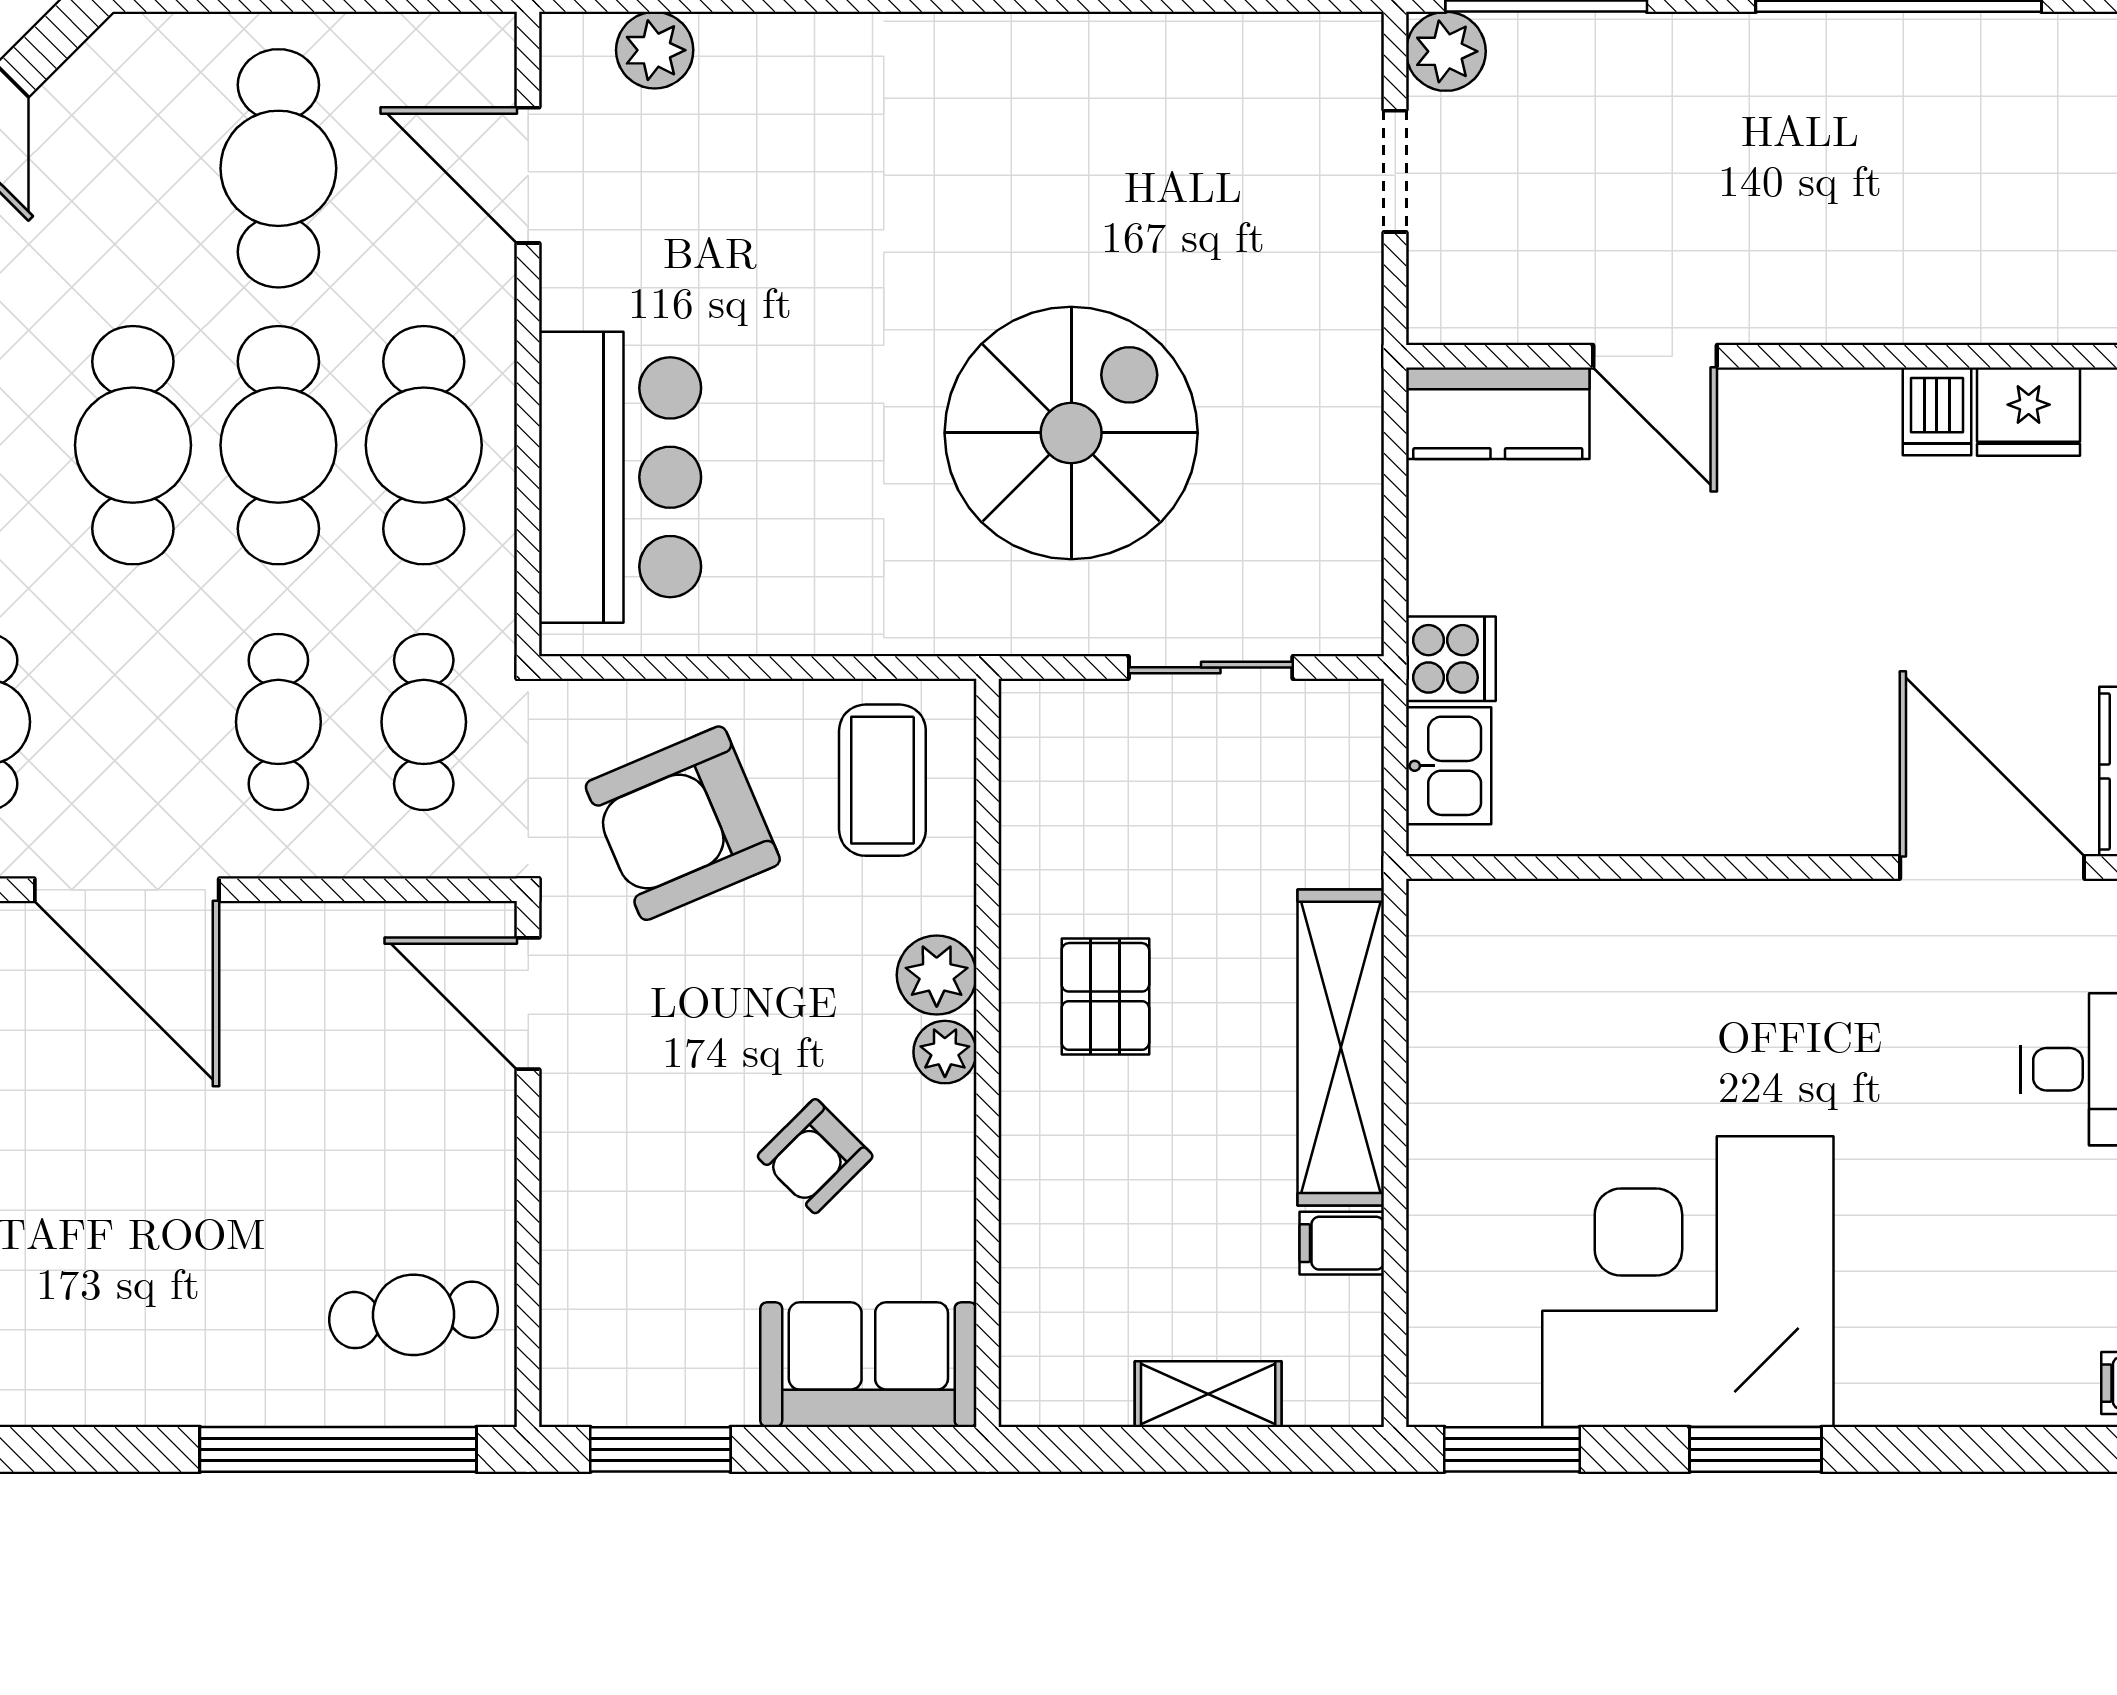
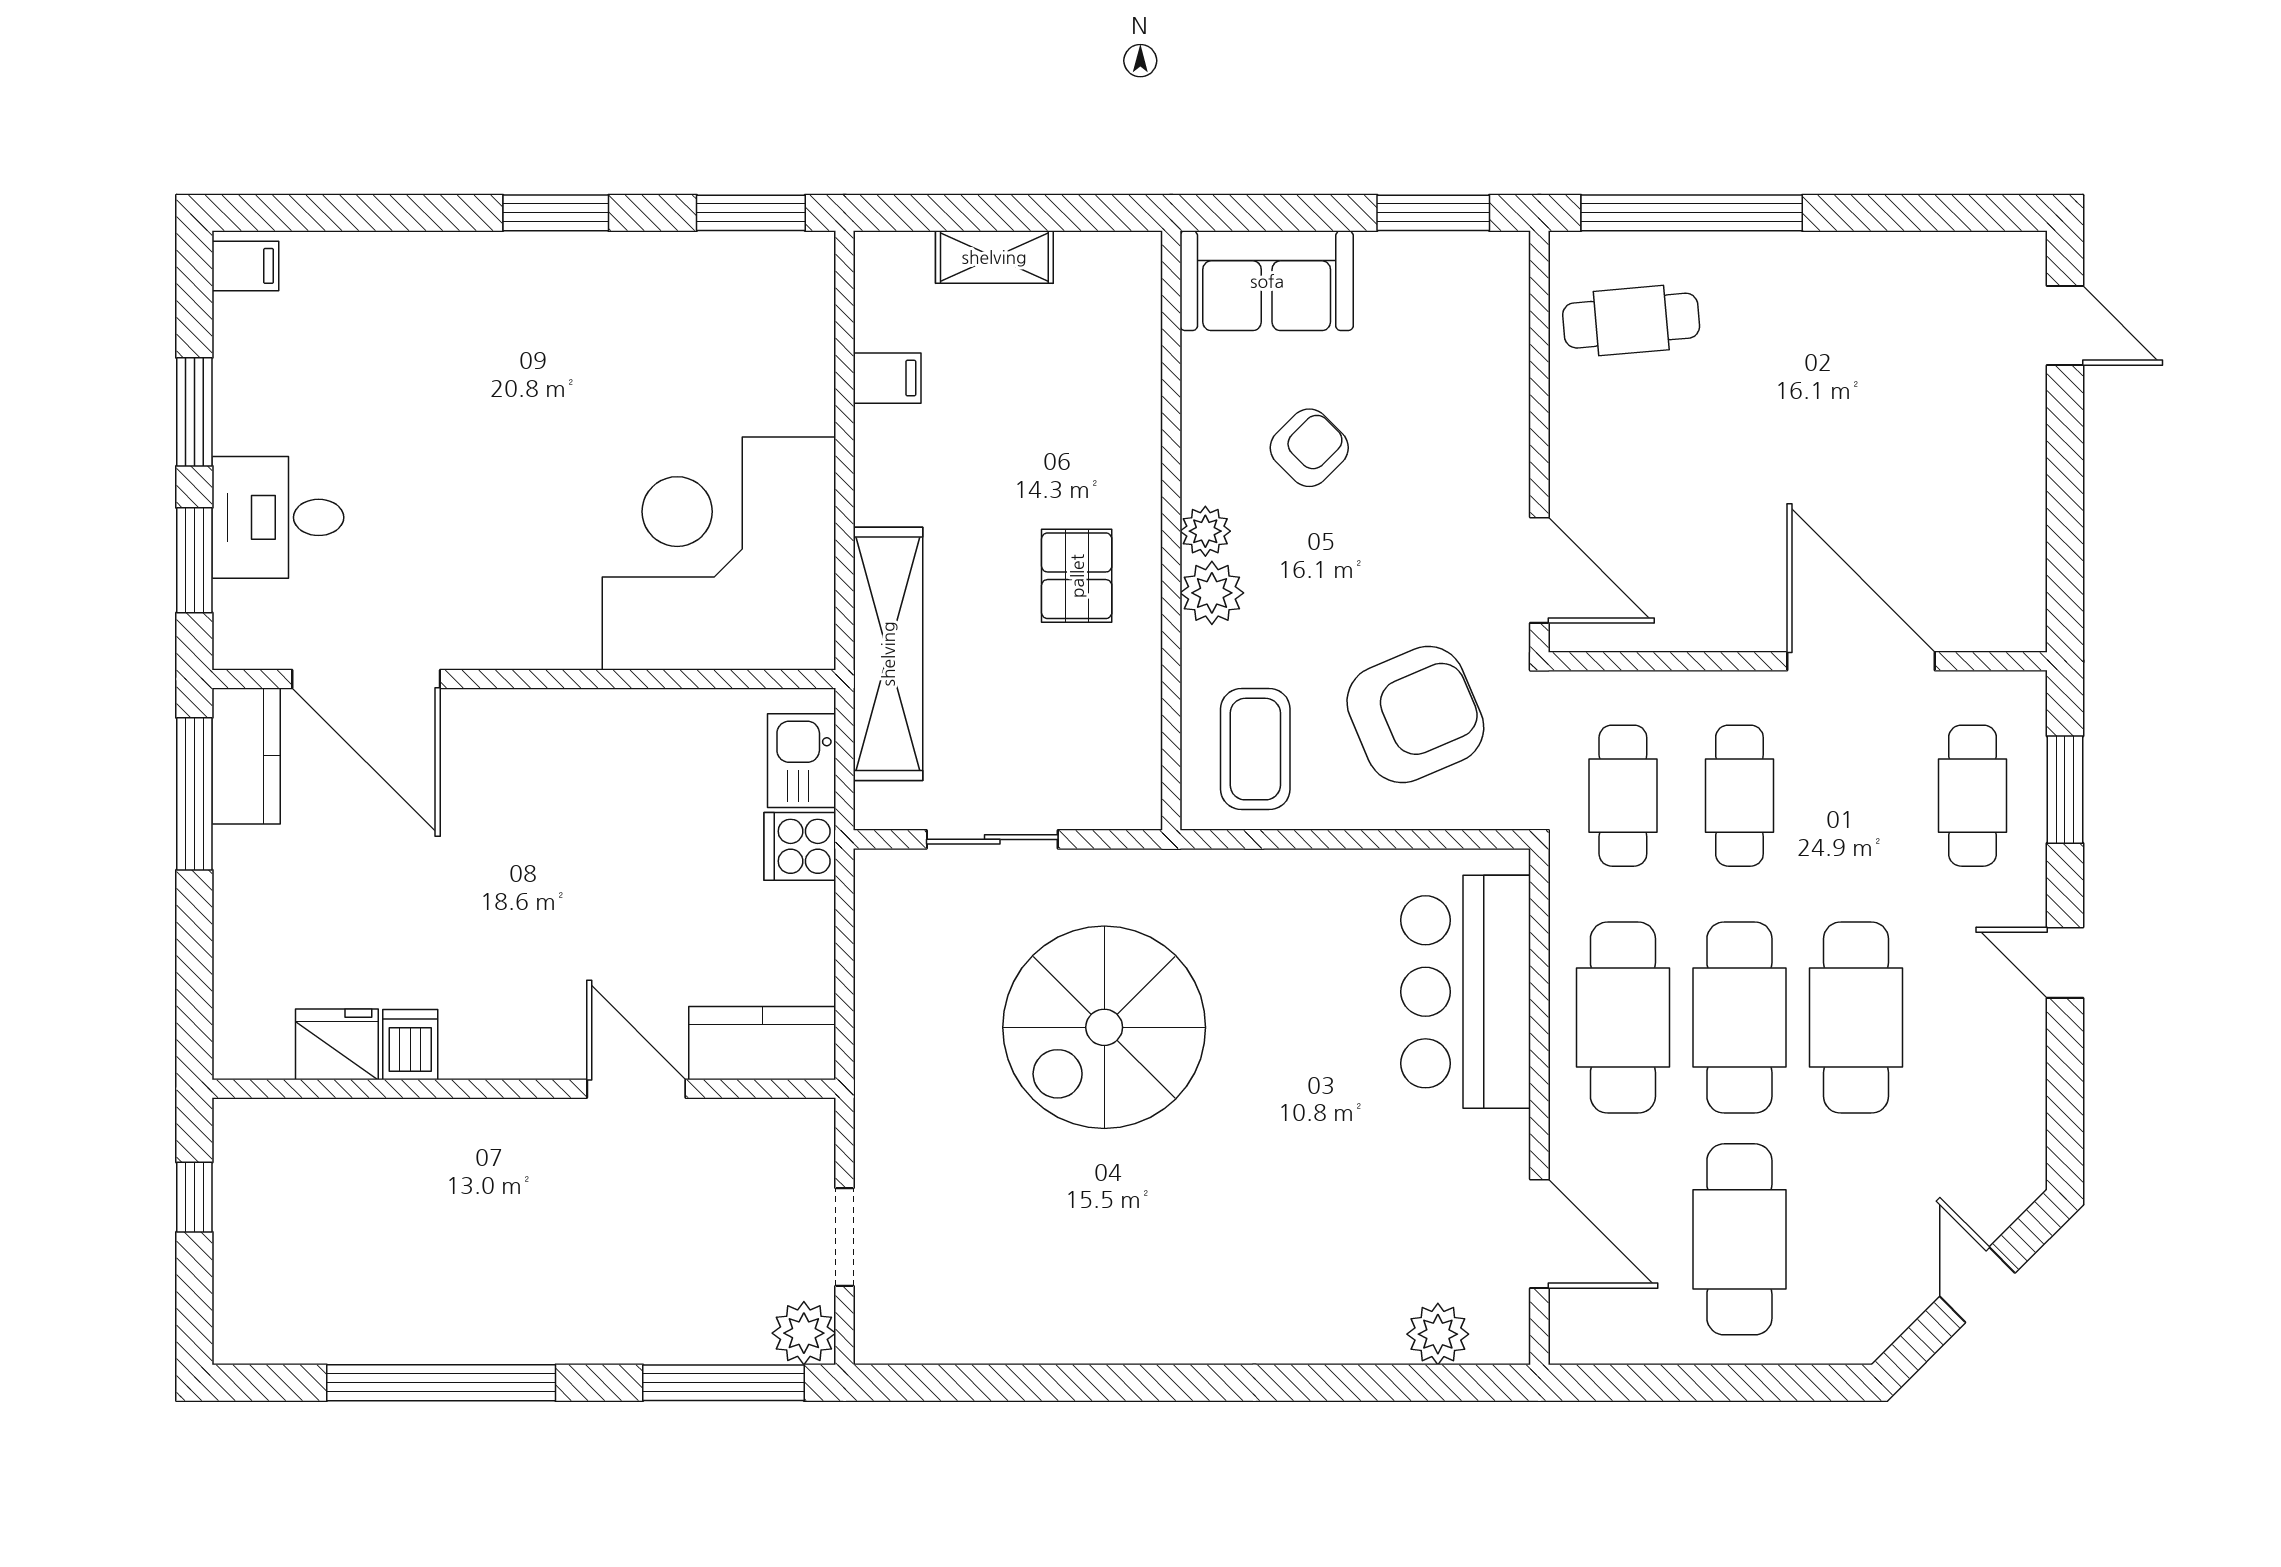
shelving: (1341, 1047) -> (888, 654), moved
corner desk: (1688, 1282) -> (719, 554), moved, turned 180

